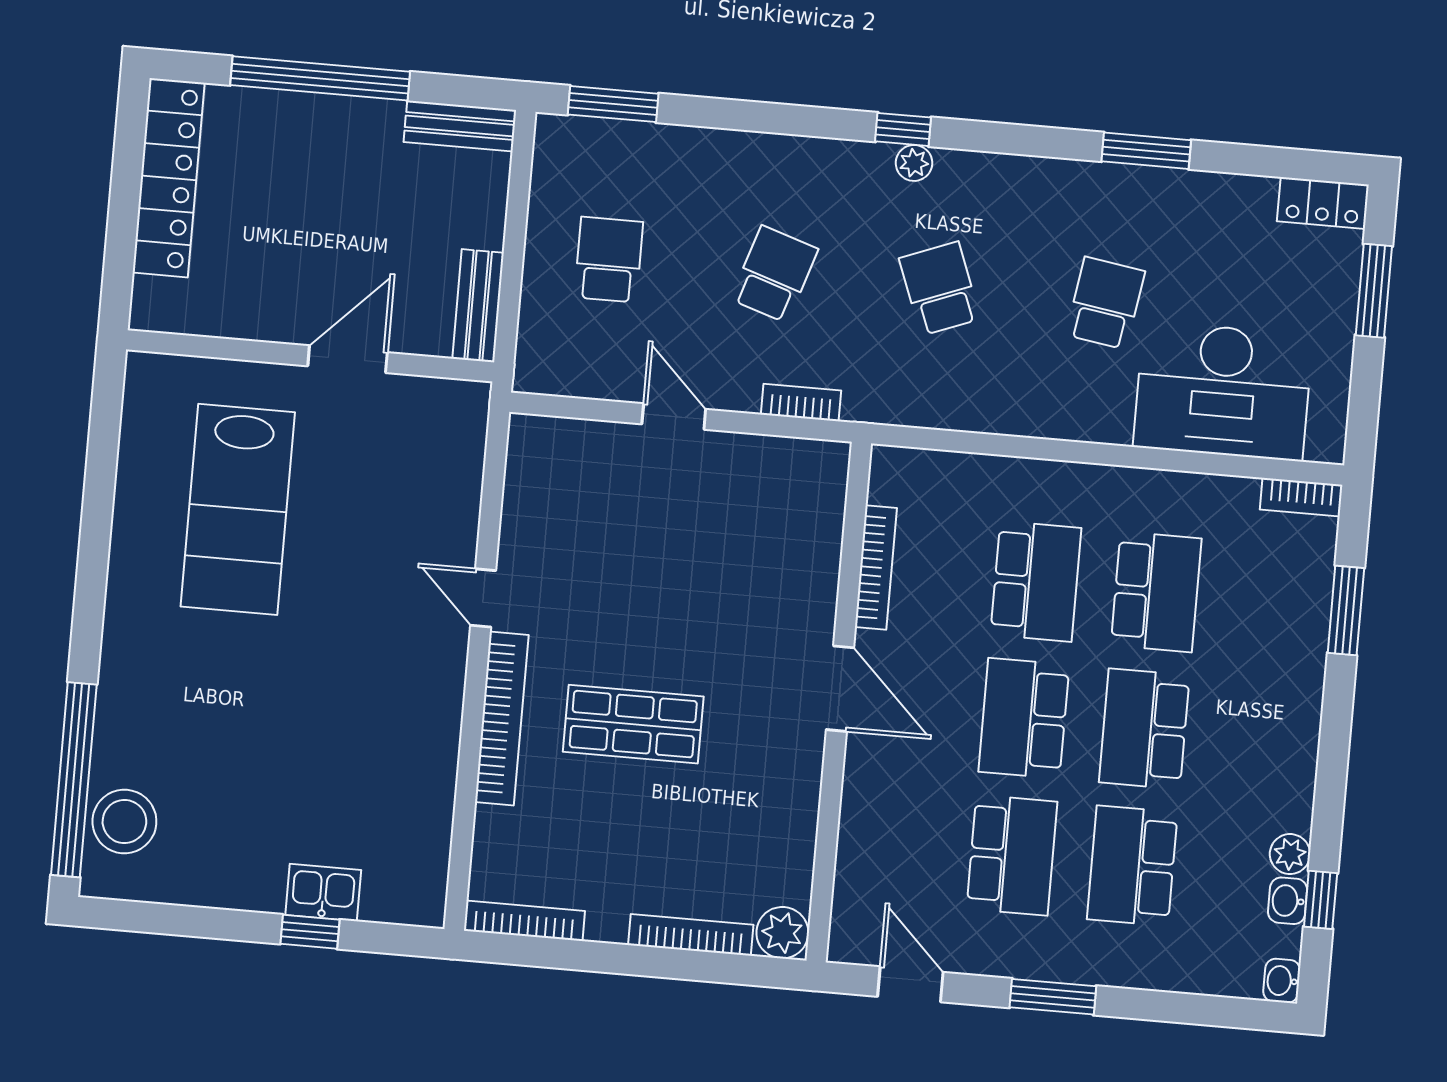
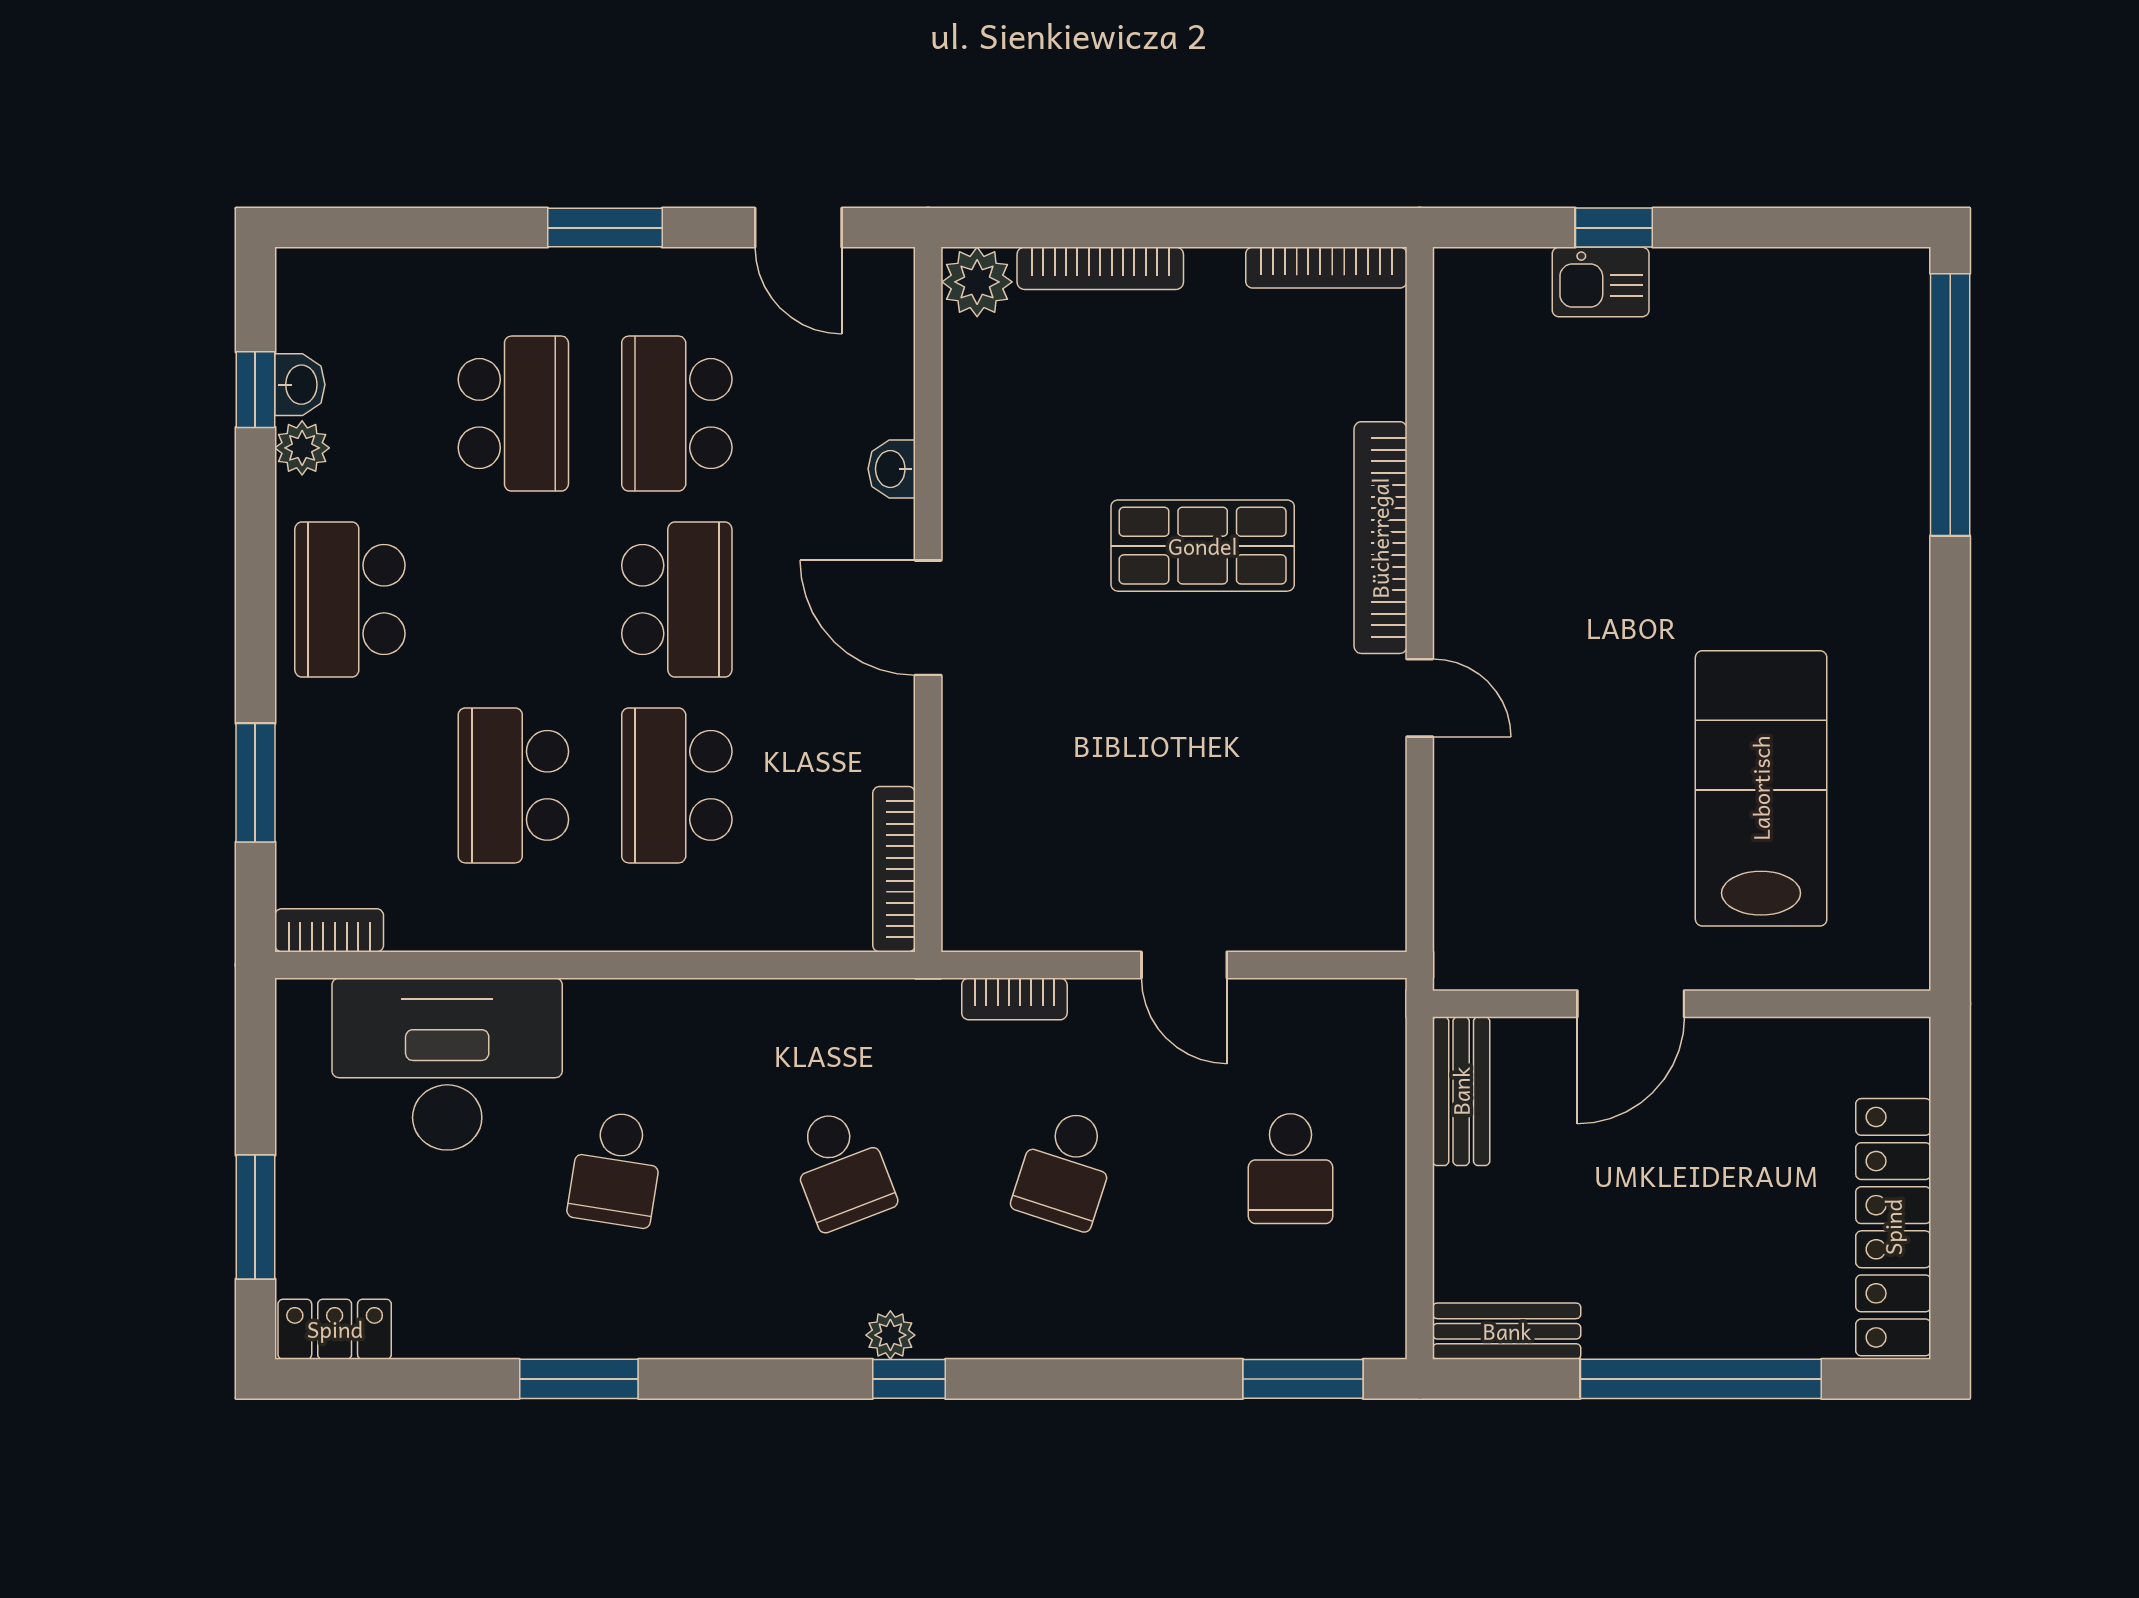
bookcase: (876, 567) -> (894, 869), moved
school desk: (1144, 729) -> (350, 599), moved, turned 180
stool: (124, 822) -> (1877, 354), removed
washbasin: (1282, 981) -> (892, 469), moved, turned 180

